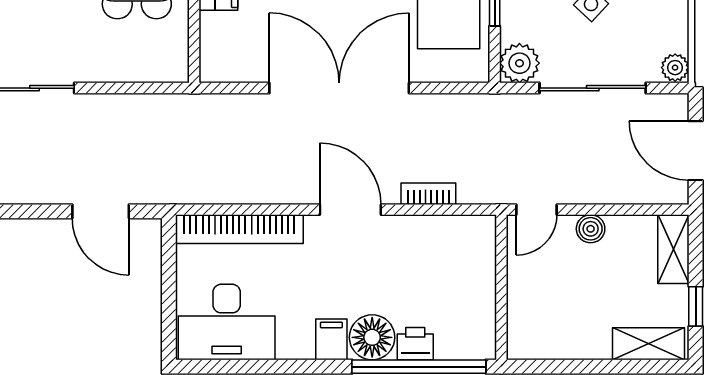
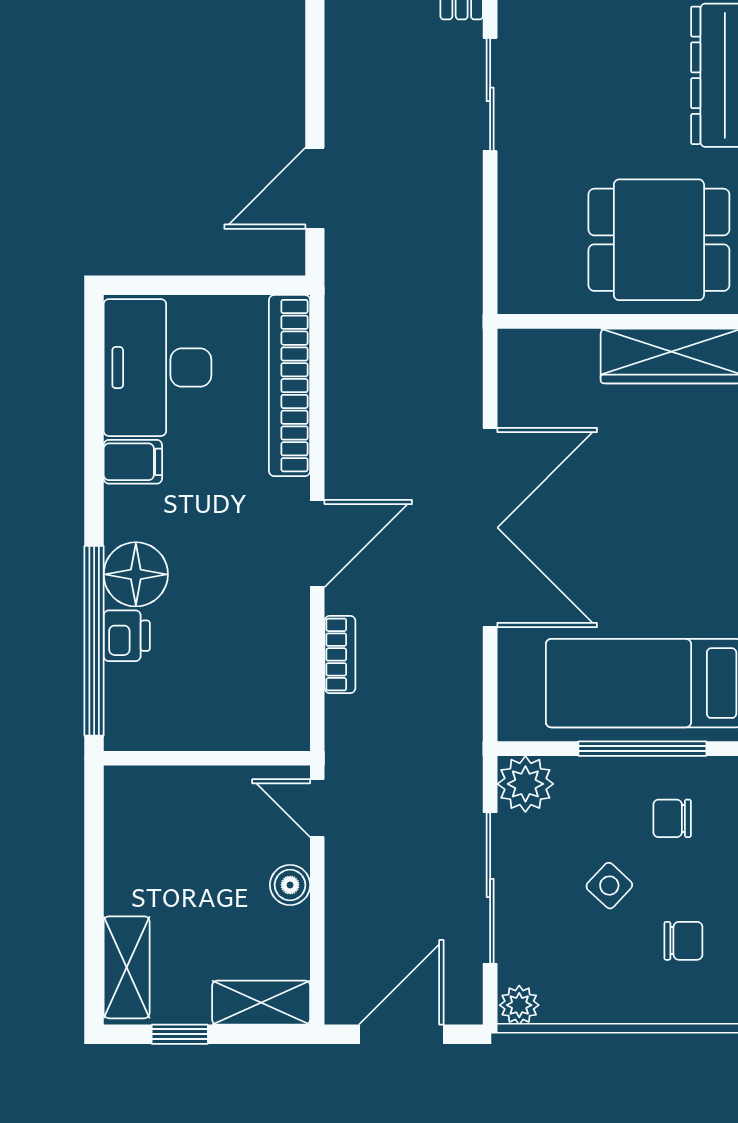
filing cabinet: (331, 339) -> (133, 462), moved

